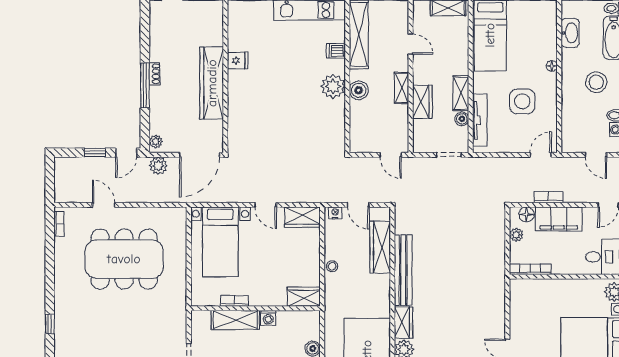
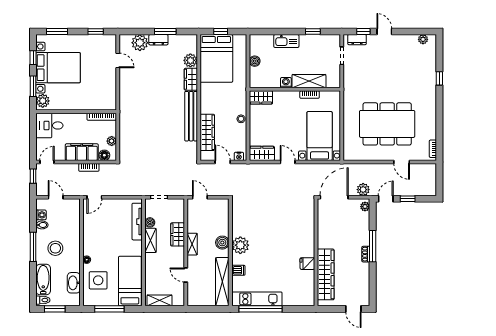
wardrobe: (212, 83) -> (326, 274), moved
side table: (522, 101) -> (98, 280), moved

